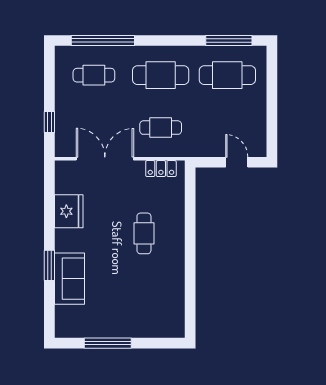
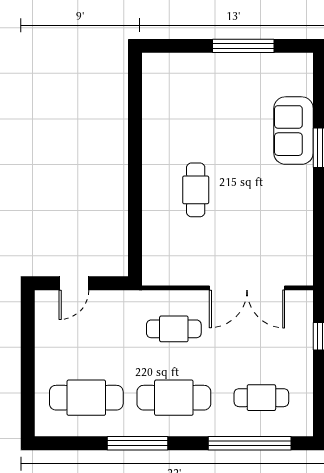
window: (229, 40) -> (138, 443), moved
door: (237, 162) -> (74, 283), hinge flipped
locker: (161, 169) -> (173, 275), removed
fridge: (69, 211) -> (295, 219), removed

